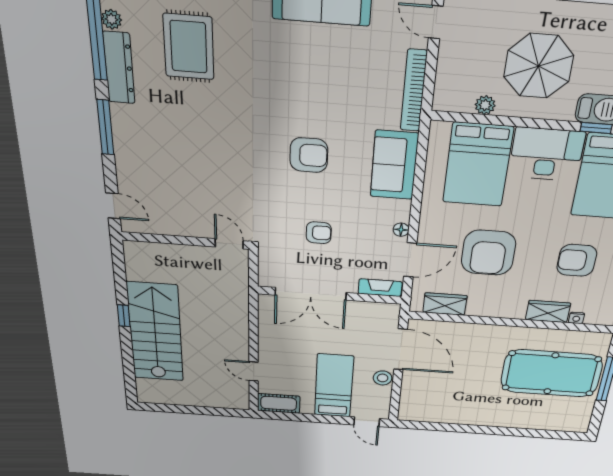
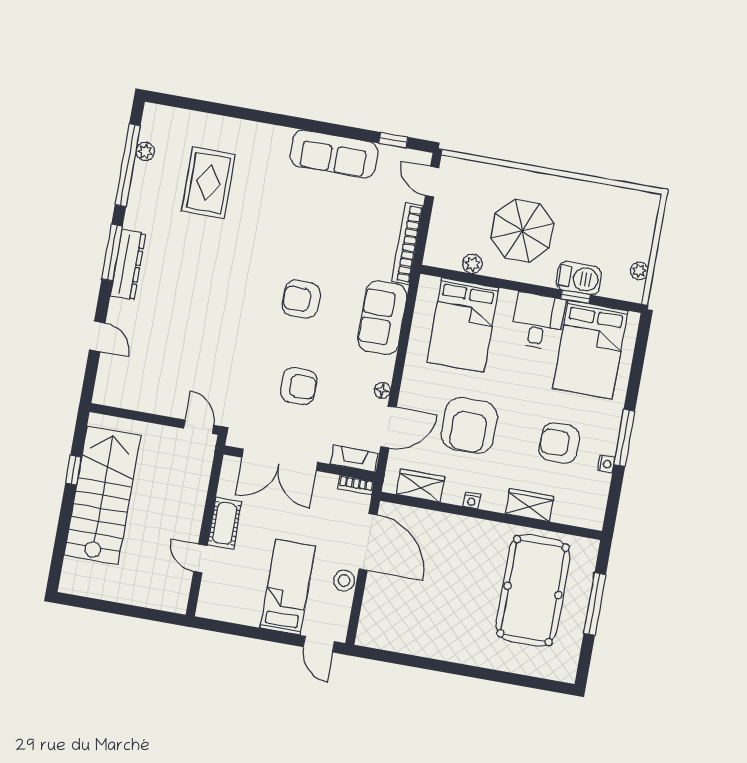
dresser: (119, 68) -> (128, 265), moved
desk: (547, 154) -> (538, 321), width x0.73
armchair: (309, 155) -> (301, 299), turned 180
armchair: (319, 233) -> (299, 386), width x1.38, depth x1.38
wall: (185, 241) -> (154, 419), moved
door: (229, 244) -> (199, 427), moved
bookcase: (385, 308) -> (356, 485), added
nightstand: (576, 318) -> (472, 500), moved
pool table: (551, 373) -> (533, 591), turned 90
cot: (279, 403) -> (225, 523), moved, turned 90

